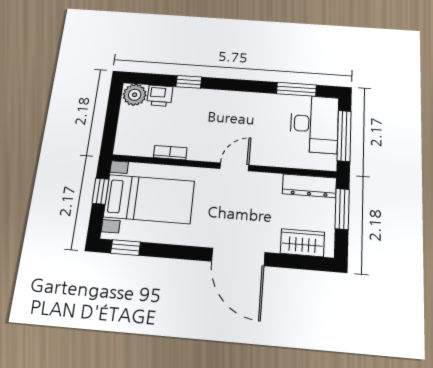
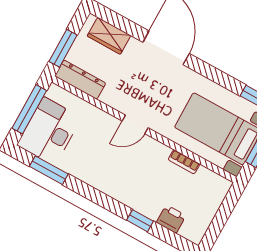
plant: (135, 95) -> (193, 230), removed

